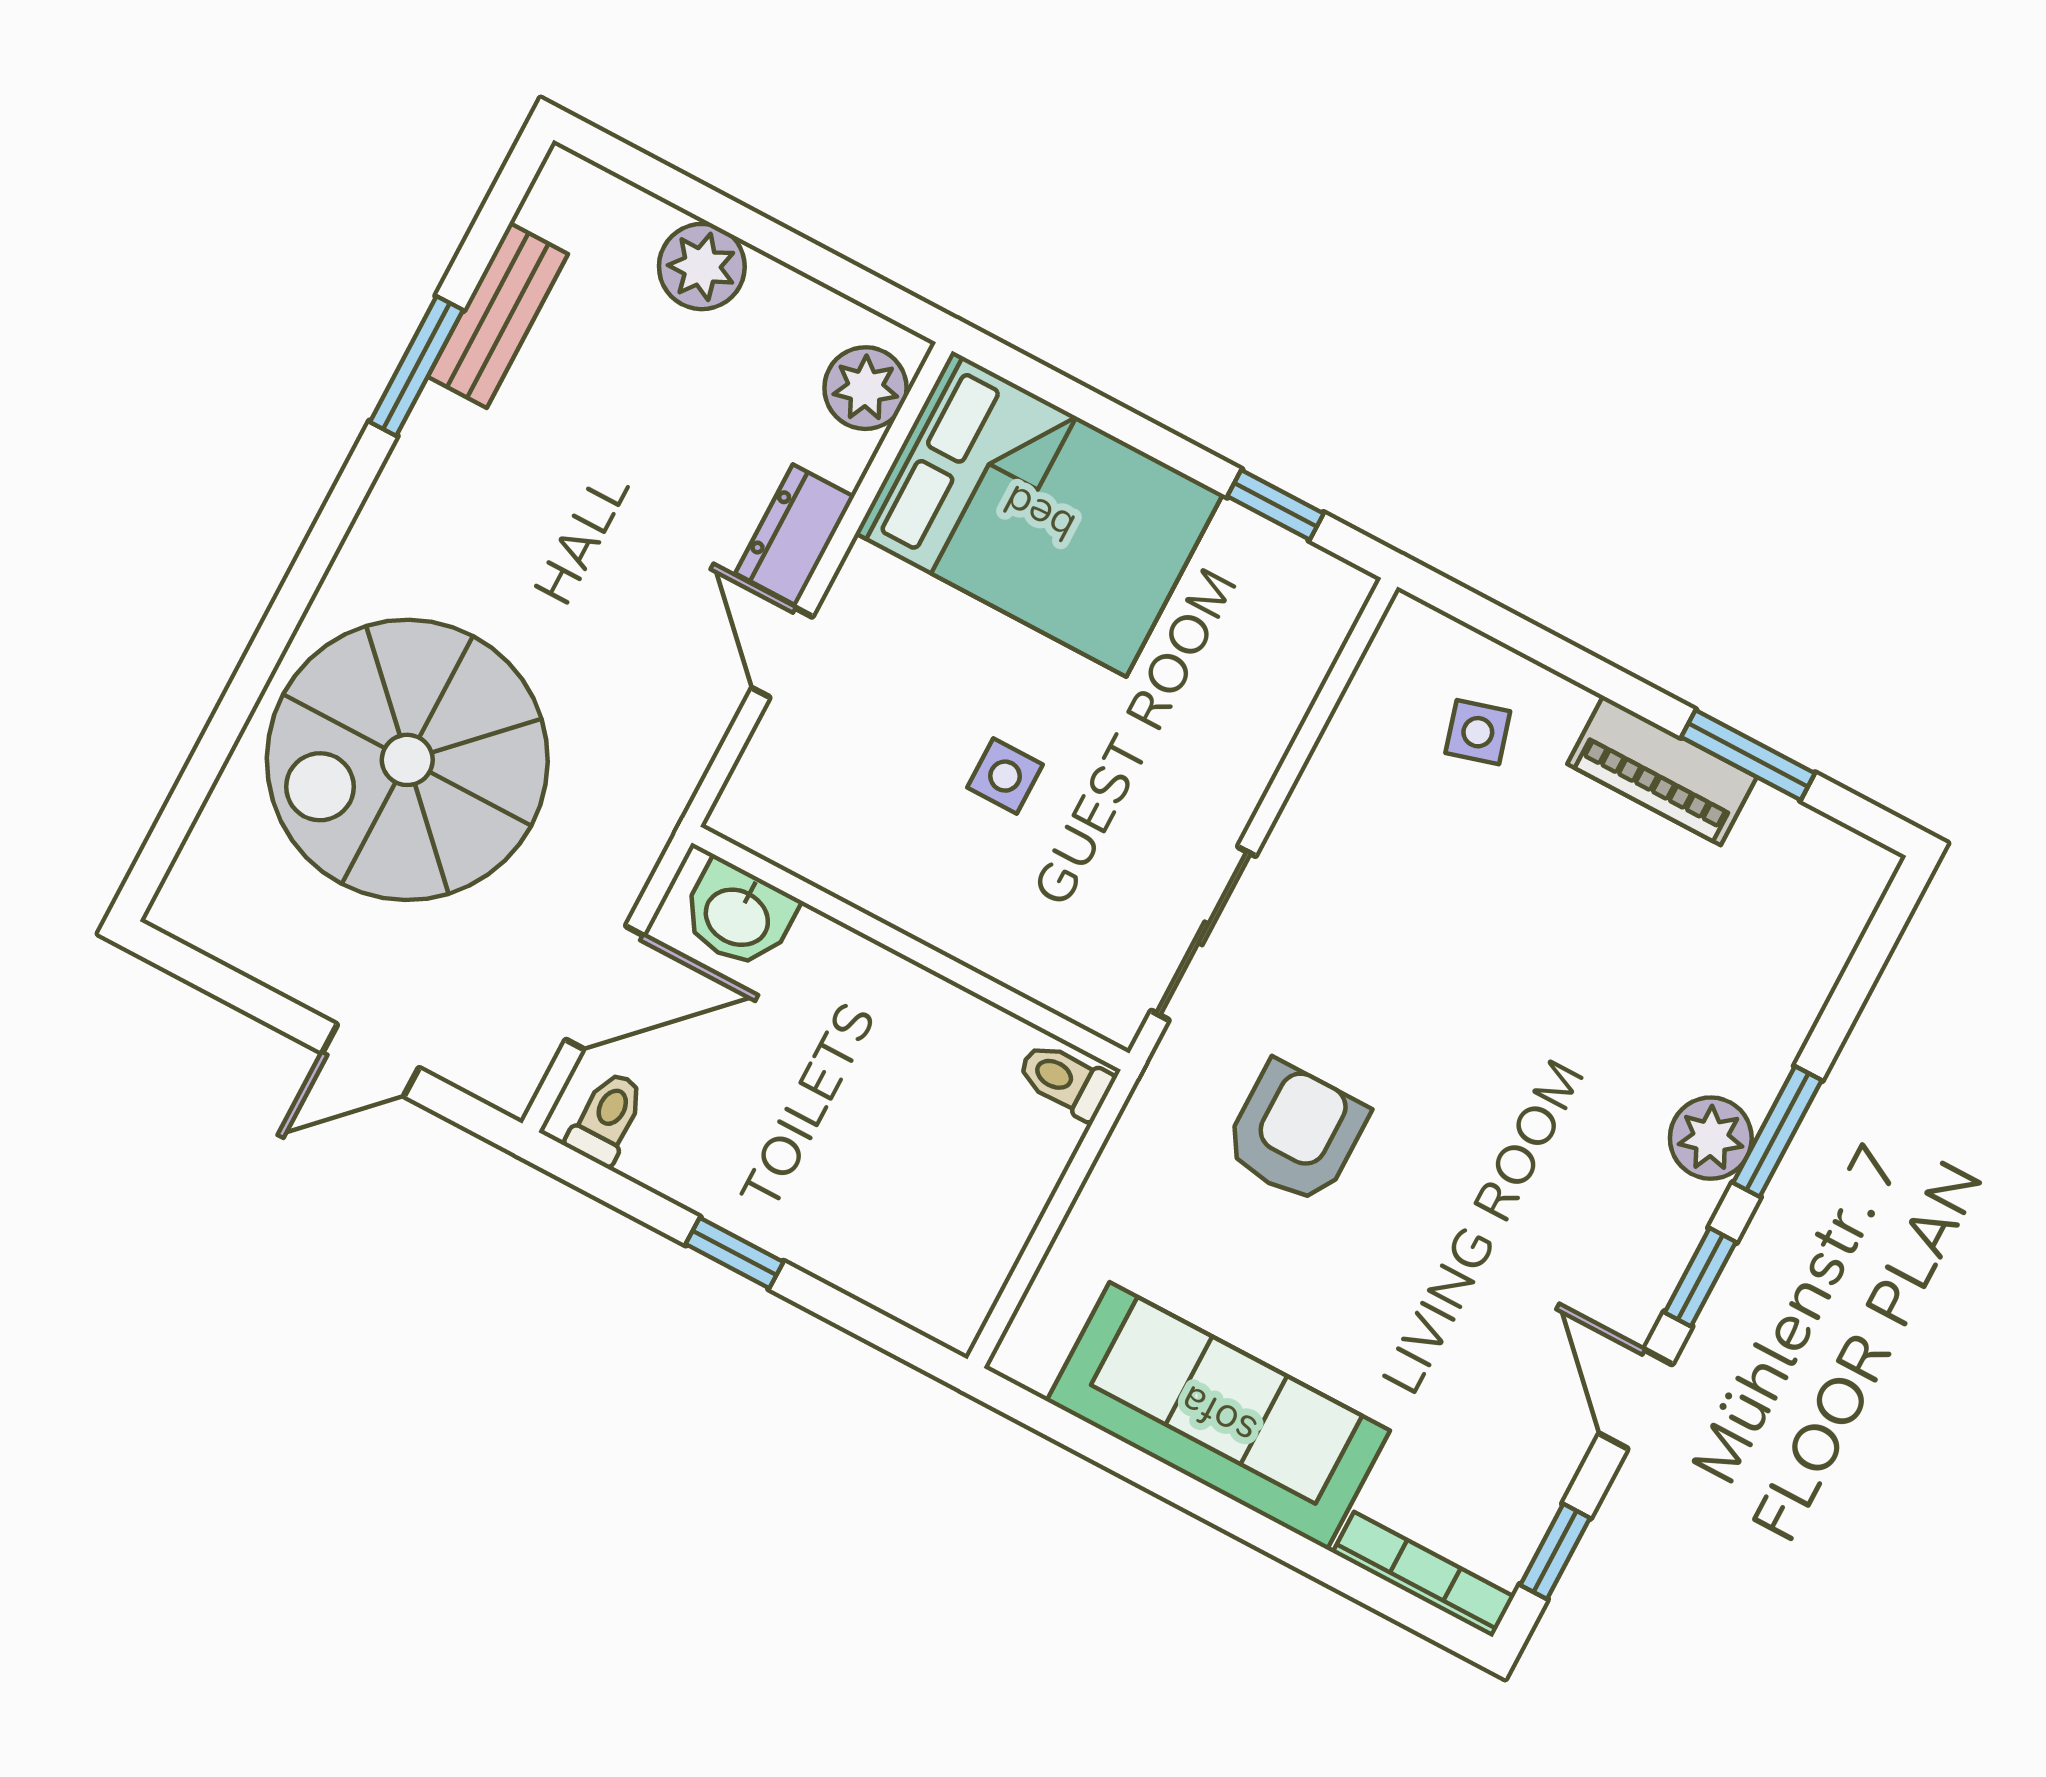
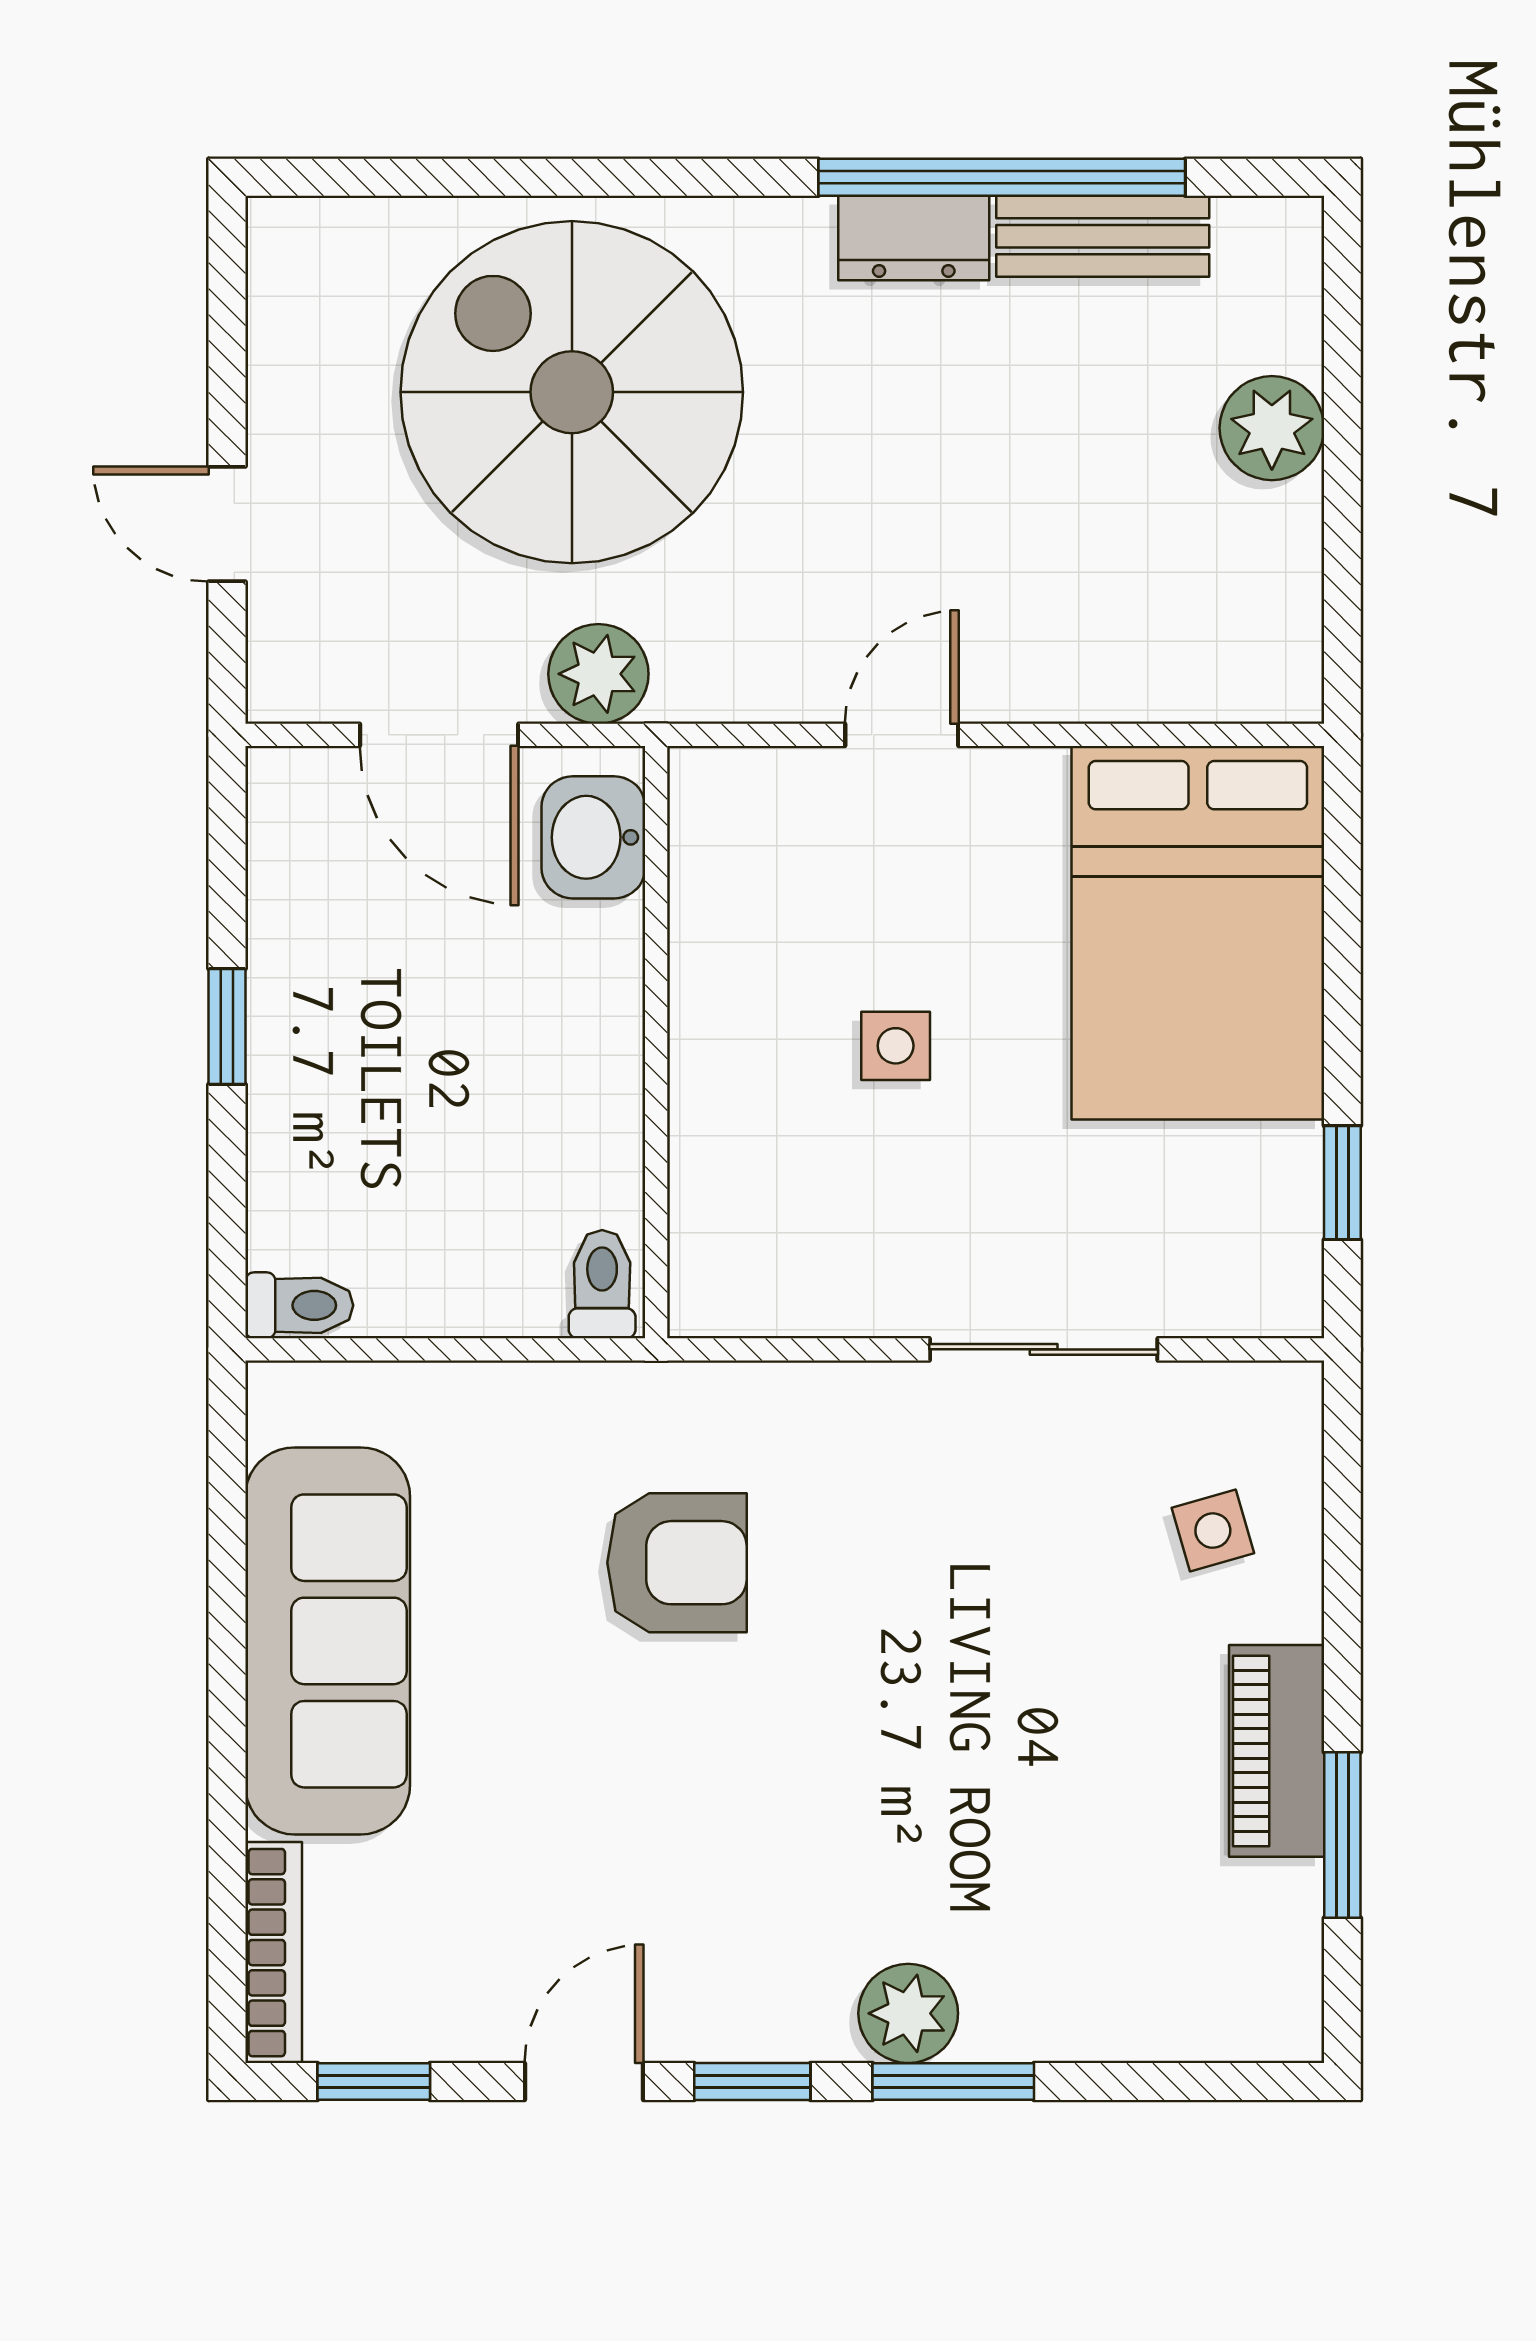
window: (416, 366) -> (1002, 177), width x2.11
plant: (865, 388) -> (598, 674), moved
dresser: (795, 535) -> (914, 238), moved, turned 180
sliding door: (1203, 933) -> (1044, 1349), moved
toilet: (606, 1118) -> (299, 1305), moved

